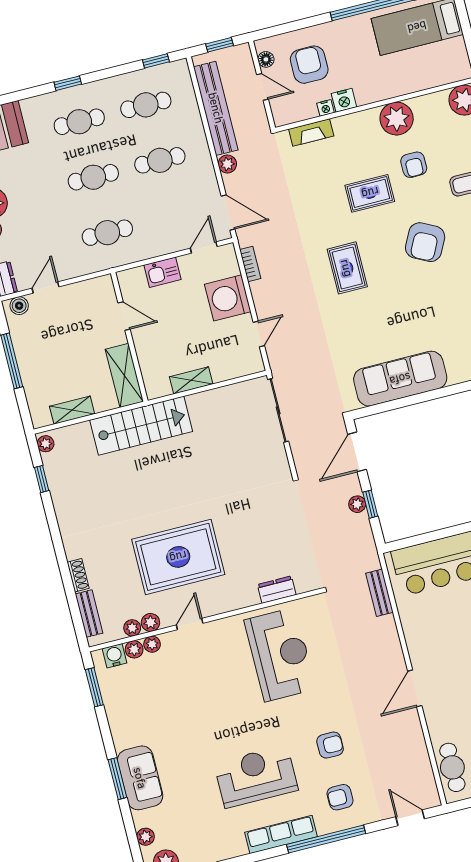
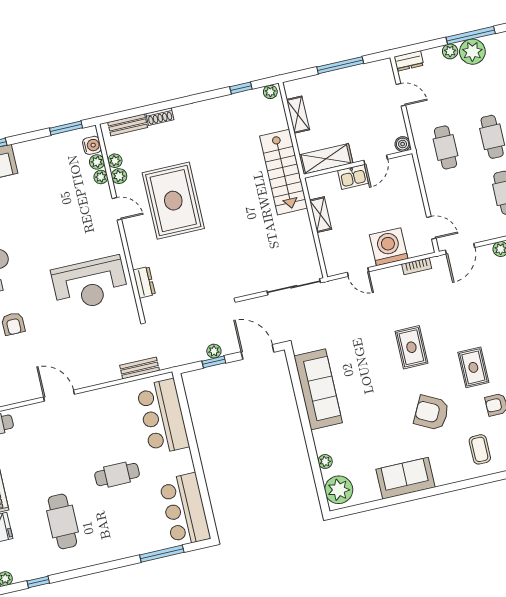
rug: (347, 268) -> (411, 347), turned 90
kitchen sink: (163, 272) -> (353, 177), moved, turned -90
boiler: (19, 306) -> (403, 144), moved

